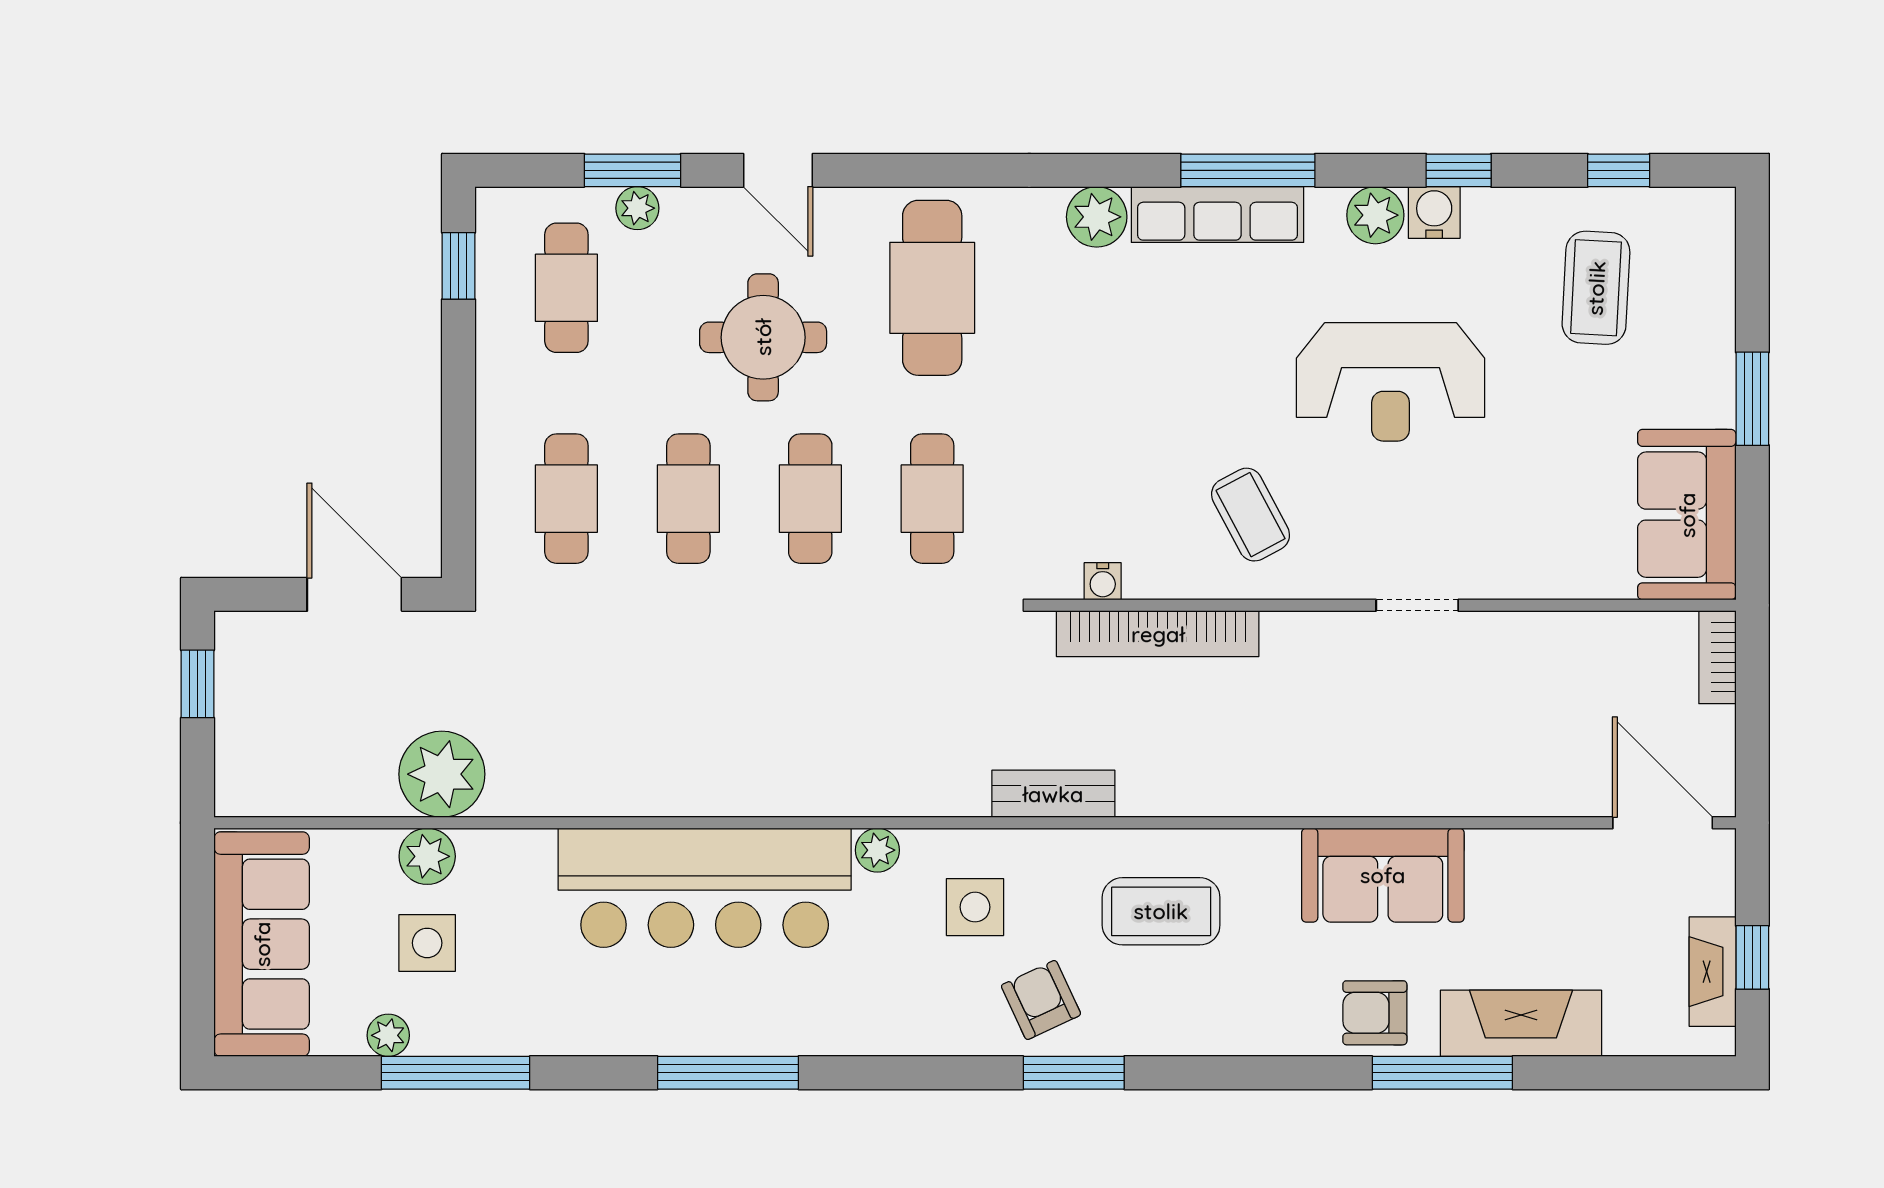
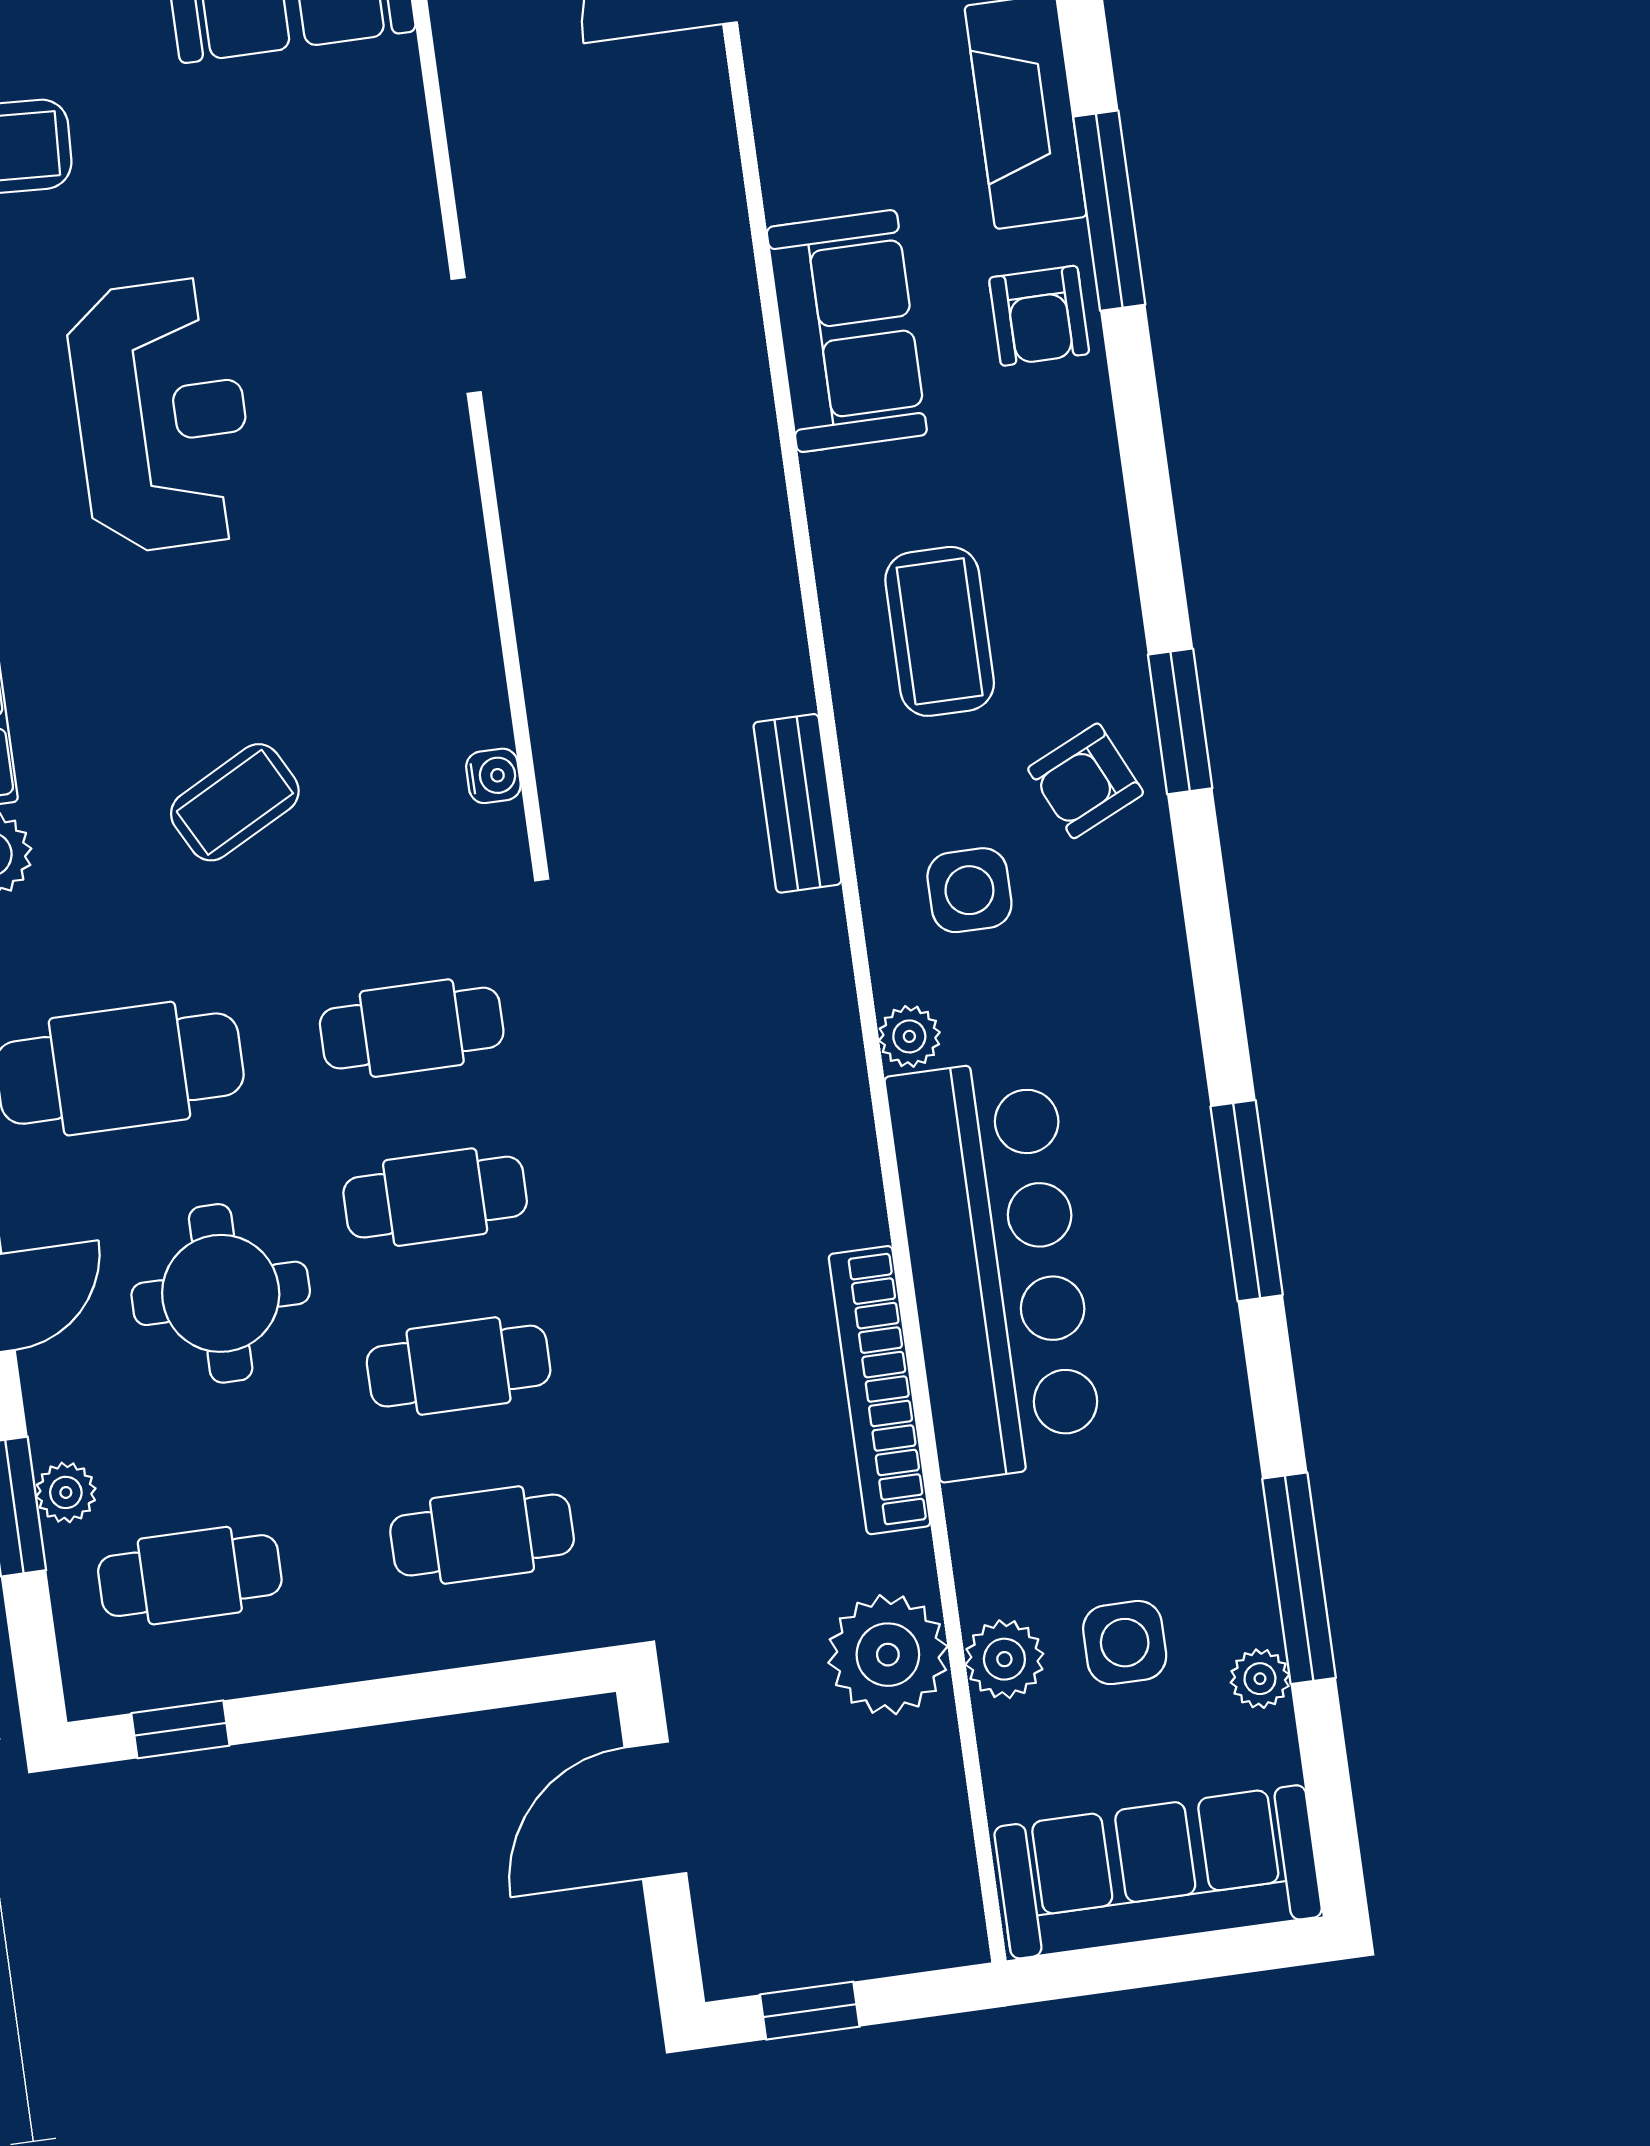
coffee table: (1251, 515) -> (235, 802), moved
bookcase: (1158, 634) -> (880, 1390), moved, turned 180

